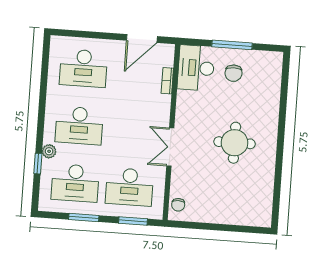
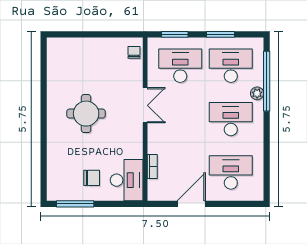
door: (142, 38) -> (191, 204), moved
window: (232, 45) -> (75, 204), moved
chair: (234, 73) -> (92, 178), turned 90
window: (38, 164) -> (267, 81), width x3.17

